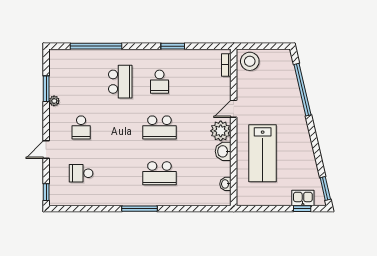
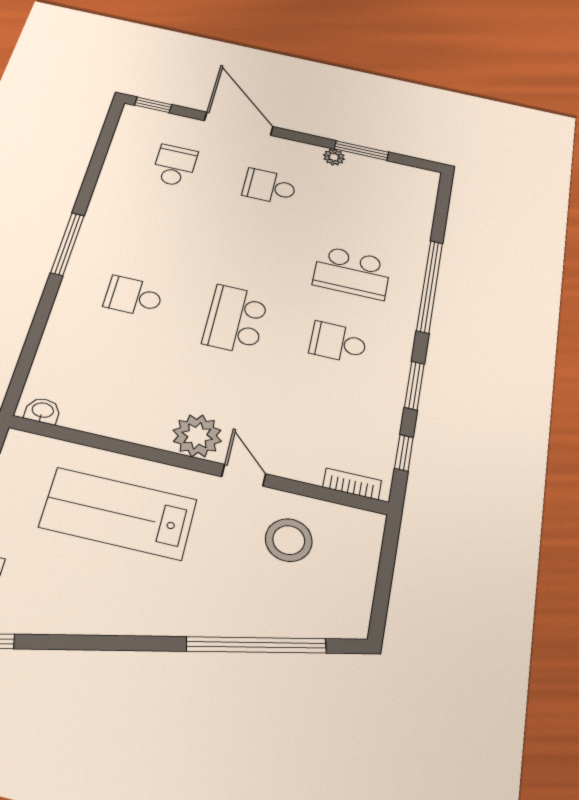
window: (96, 46) -> (430, 286), moved
window: (206, 46) -> (404, 453), added
stool: (250, 61) -> (289, 540), moved
door: (46, 150) -> (239, 124), width x1.87
washbasin: (223, 151) -> (147, 430), removed
school desk: (159, 173) -> (134, 296), width x0.54
washbasin: (225, 184) -> (43, 411), moved

